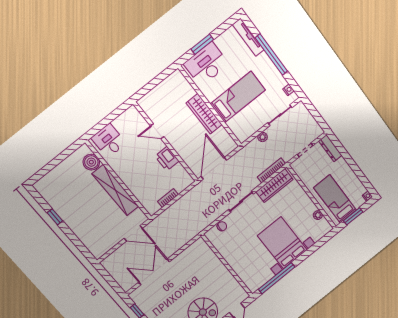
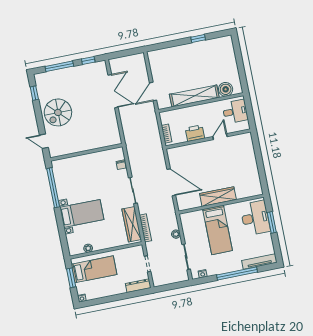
door: (157, 131) -> (220, 137), moved
wall: (166, 142) -> (208, 139), moved
printer: (167, 159) -> (195, 133), moved
bed with nightstands: (282, 243) -> (82, 213), width x0.73

